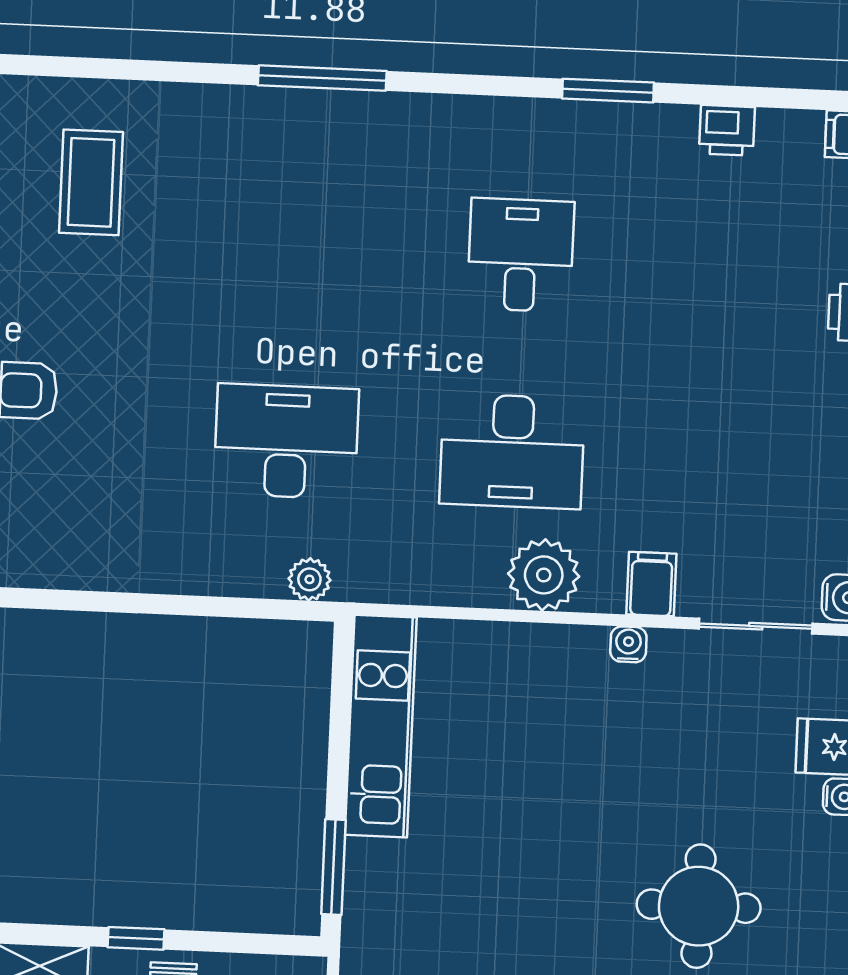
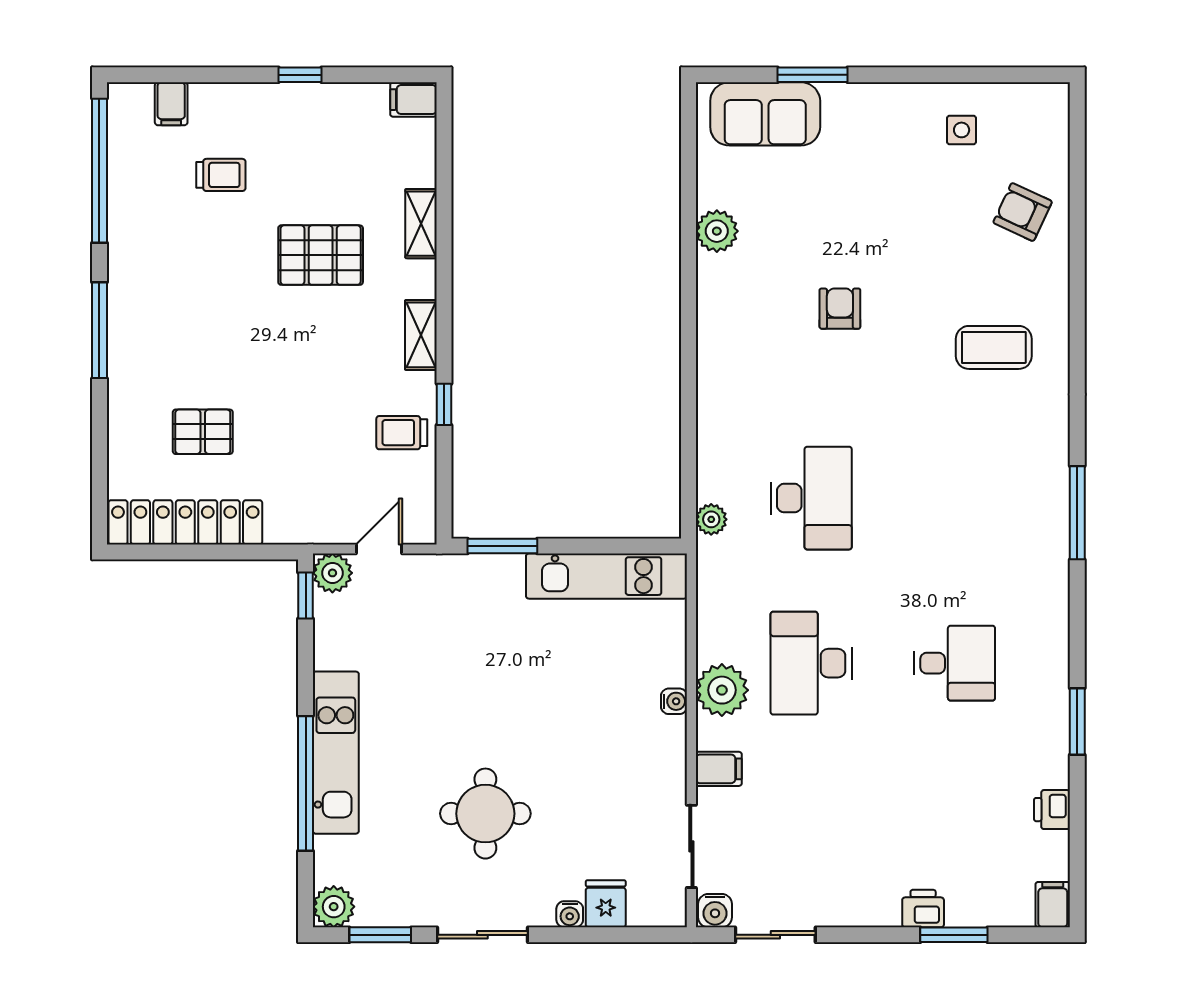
water cooler: (628, 644) -> (674, 701), moved

